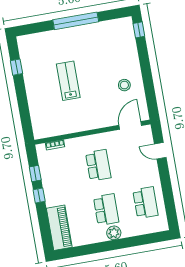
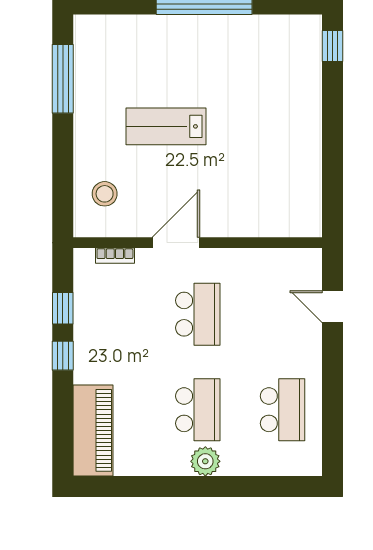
window: (16, 67) -> (63, 79), width x2.17
lab bench: (68, 81) -> (166, 126), turned -90
stool: (124, 85) -> (105, 194), moved
door: (130, 125) -> (176, 243), moved

